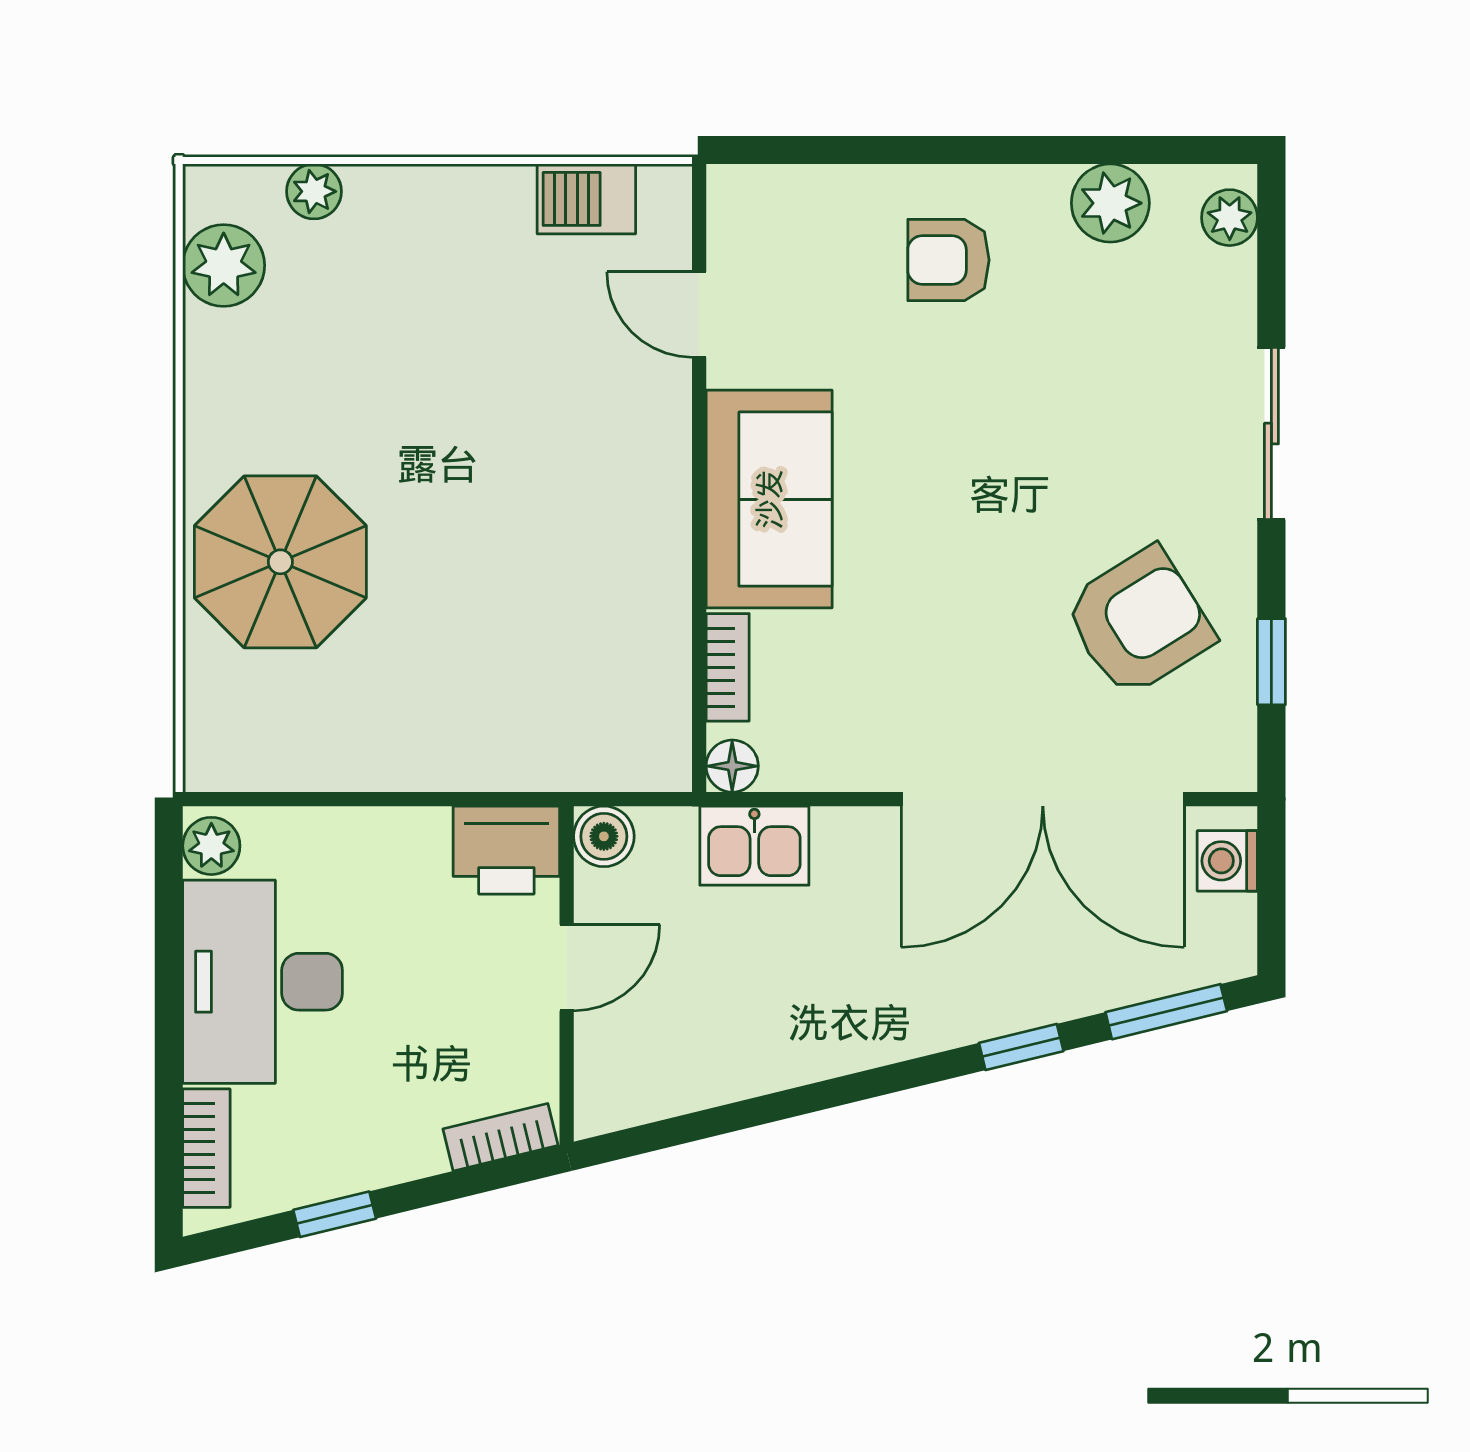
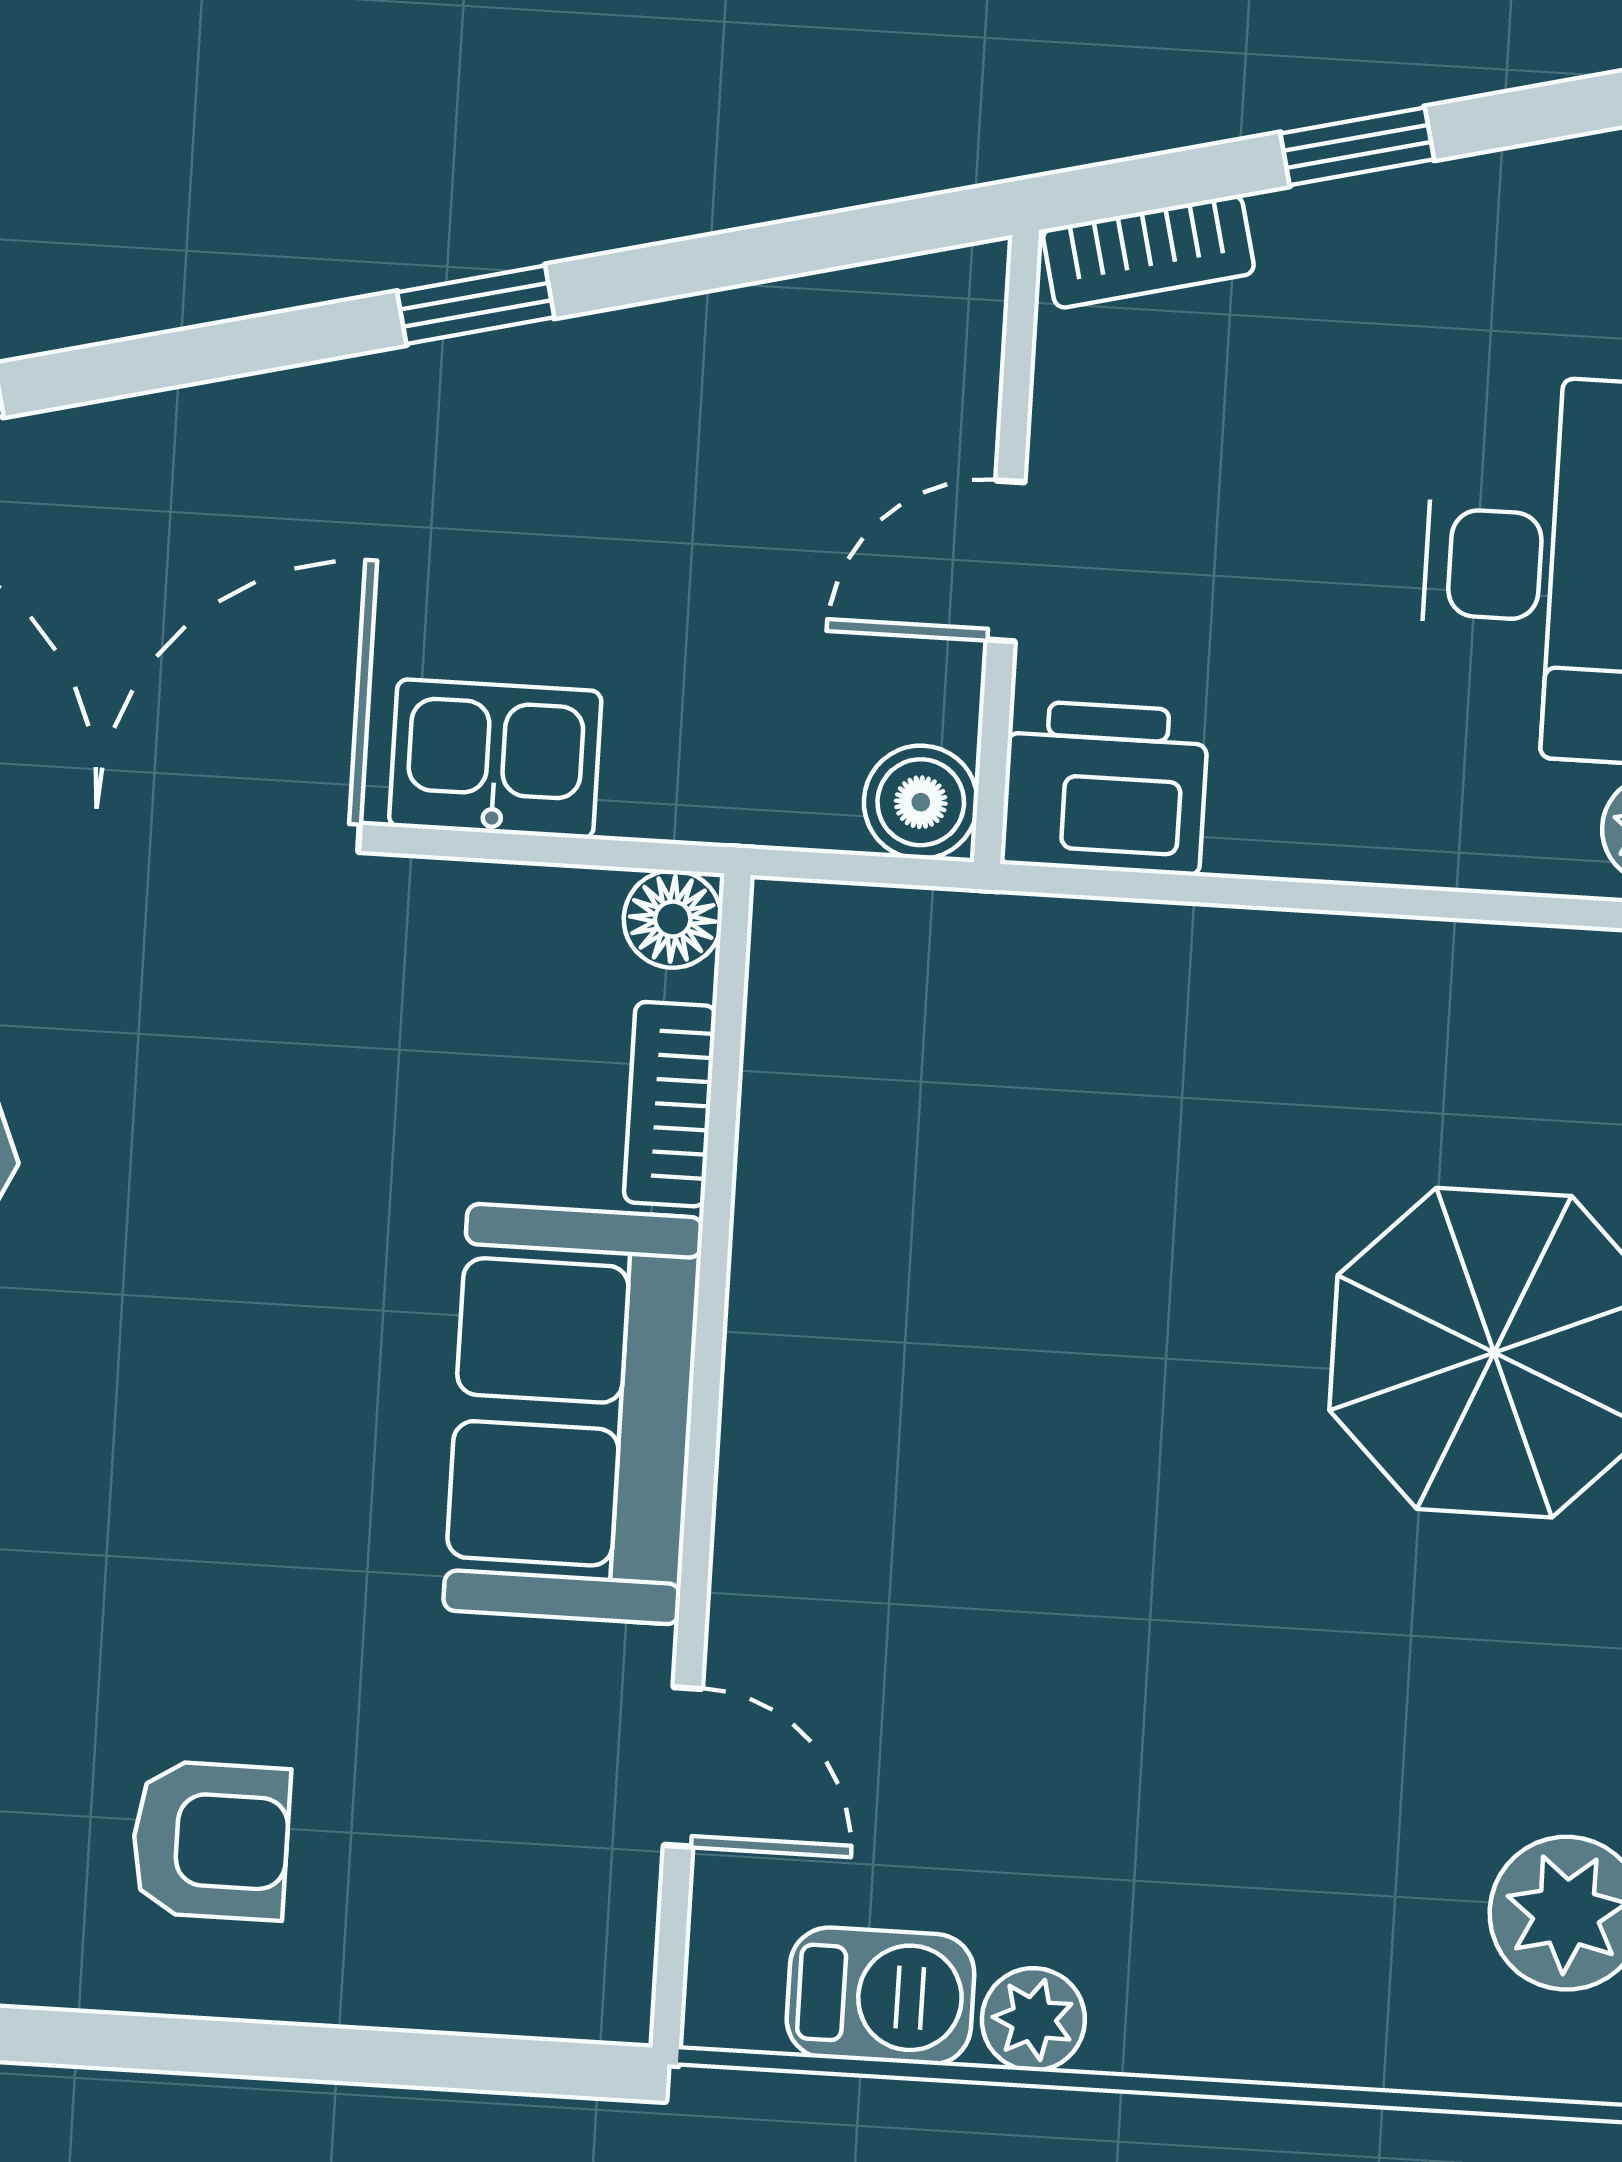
plant: (314, 191) -> (1033, 2019), moved
kitchen sink: (754, 846) -> (495, 759), moved
window: (1021, 1047) -> (476, 305), moved
window: (335, 1214) -> (1357, 146), moved

